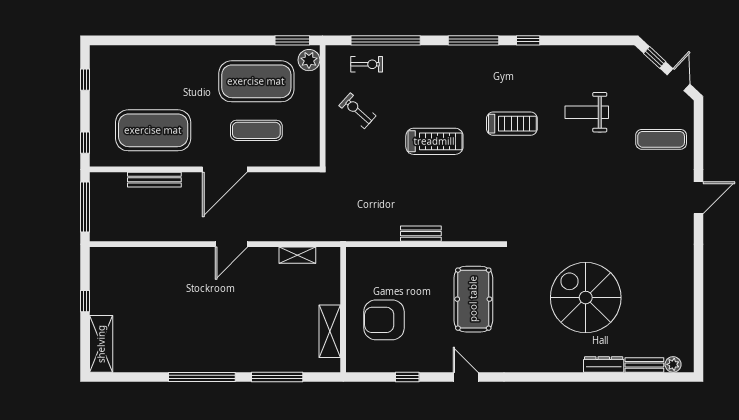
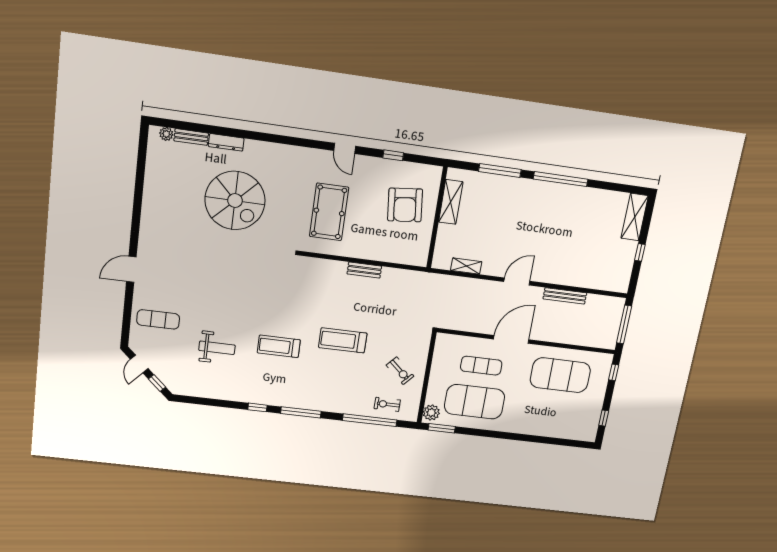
bench: (154, 180) -> (565, 296), moved
armchair: (384, 320) -> (405, 205), turned 84

